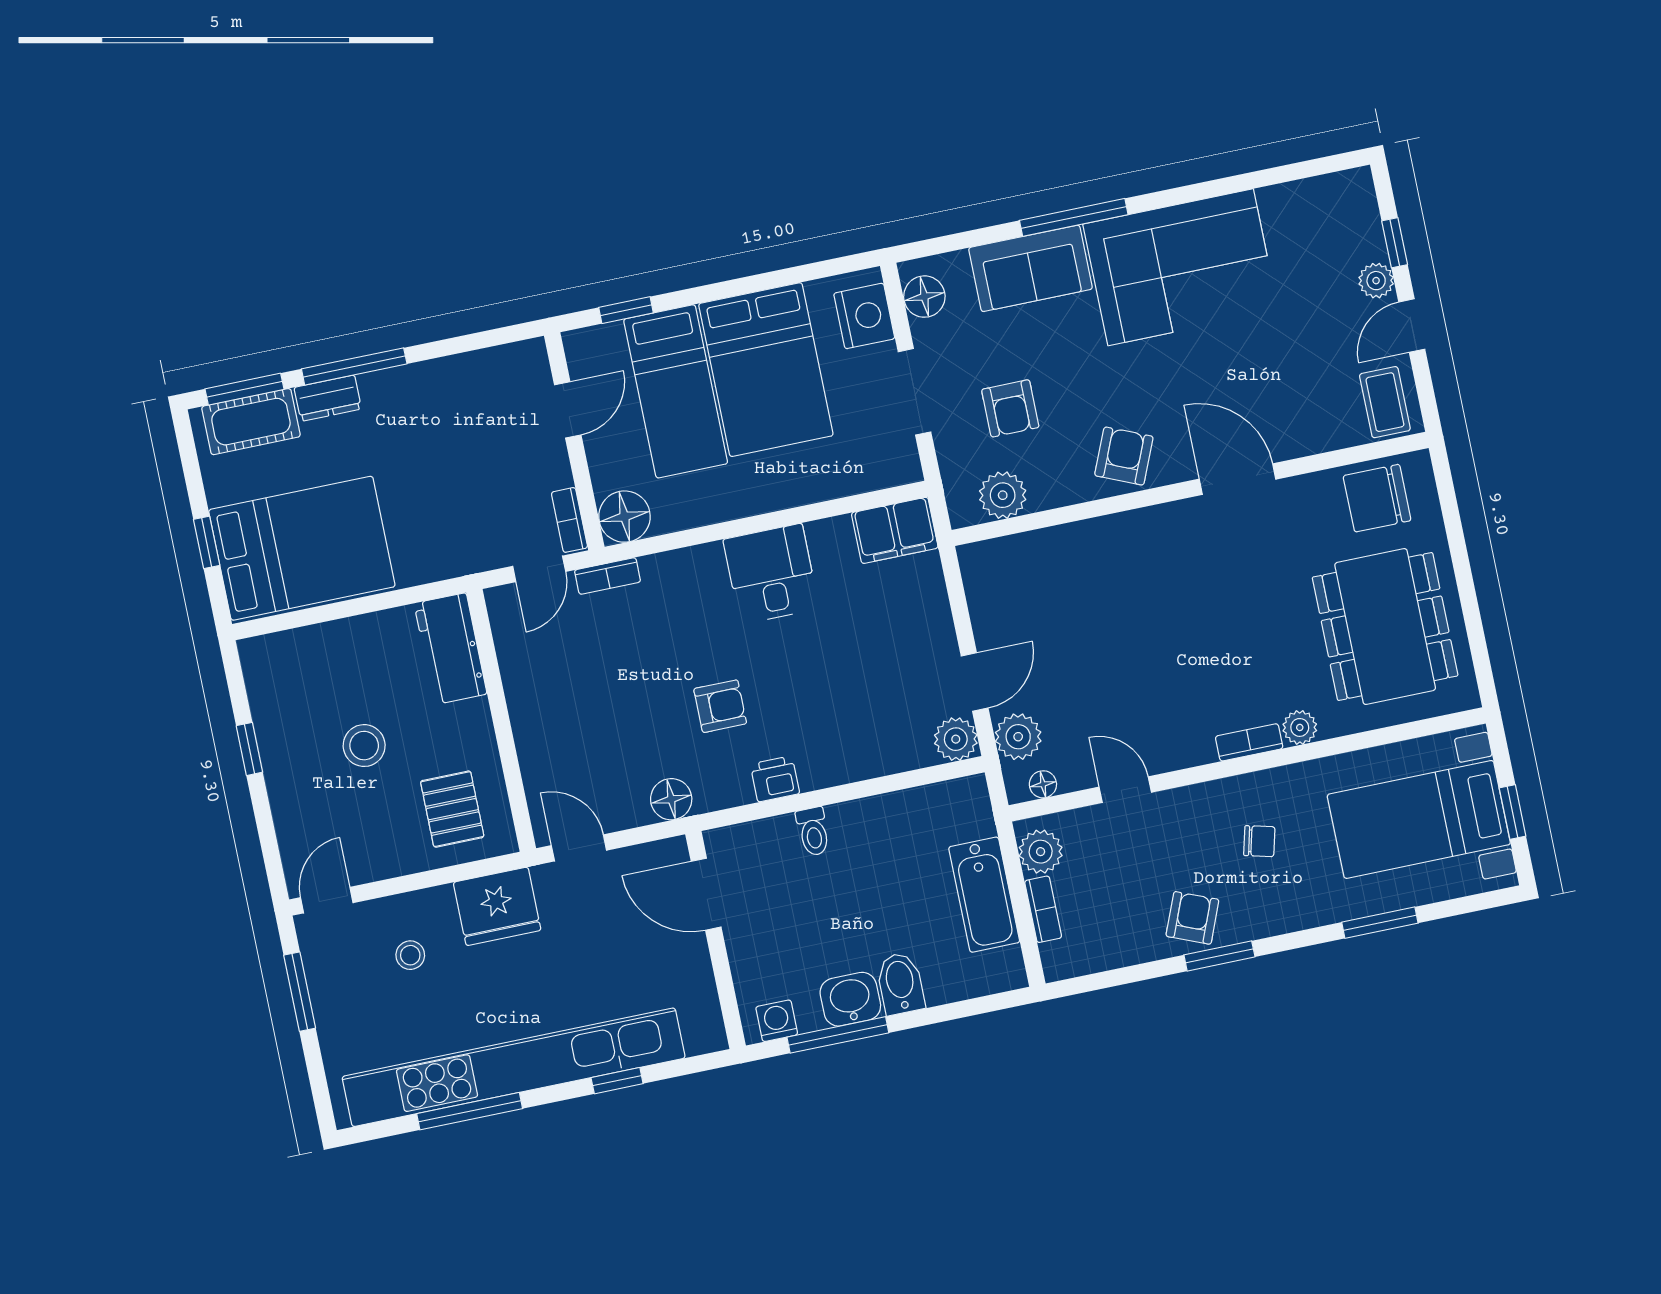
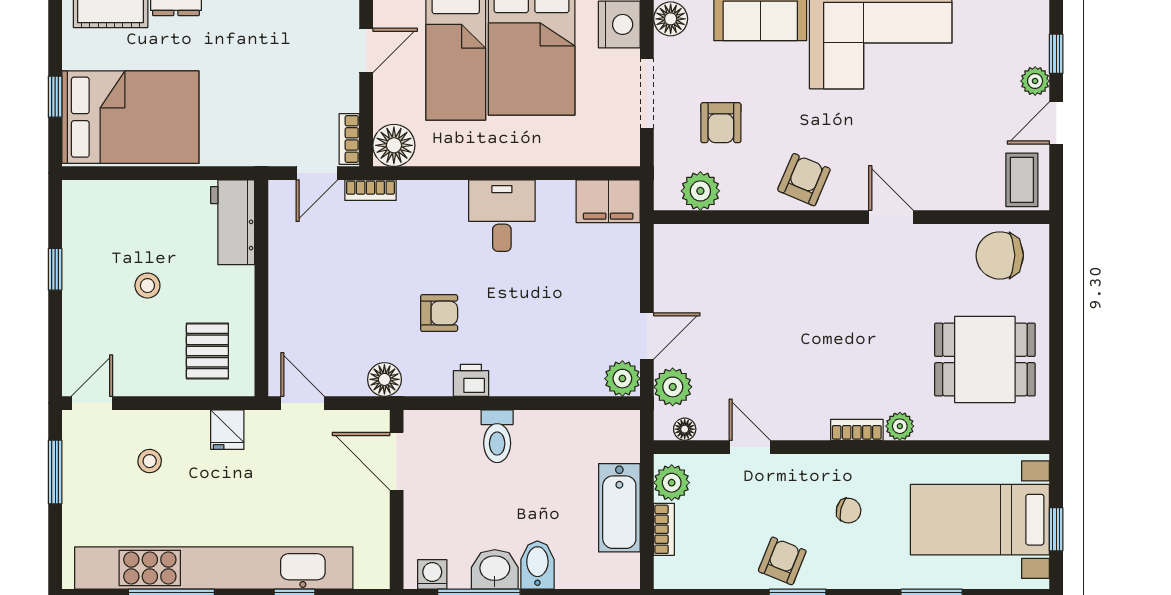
door: (1237, 479) -> (891, 217), width x0.73
dining table: (1385, 627) -> (985, 360), width x0.73
stool: (364, 746) -> (147, 286), width x0.73, depth x0.73
toilet: (813, 831) -> (497, 436), width x1.37, depth x1.39
fridge: (497, 906) -> (227, 430), width x0.53, depth x0.75

